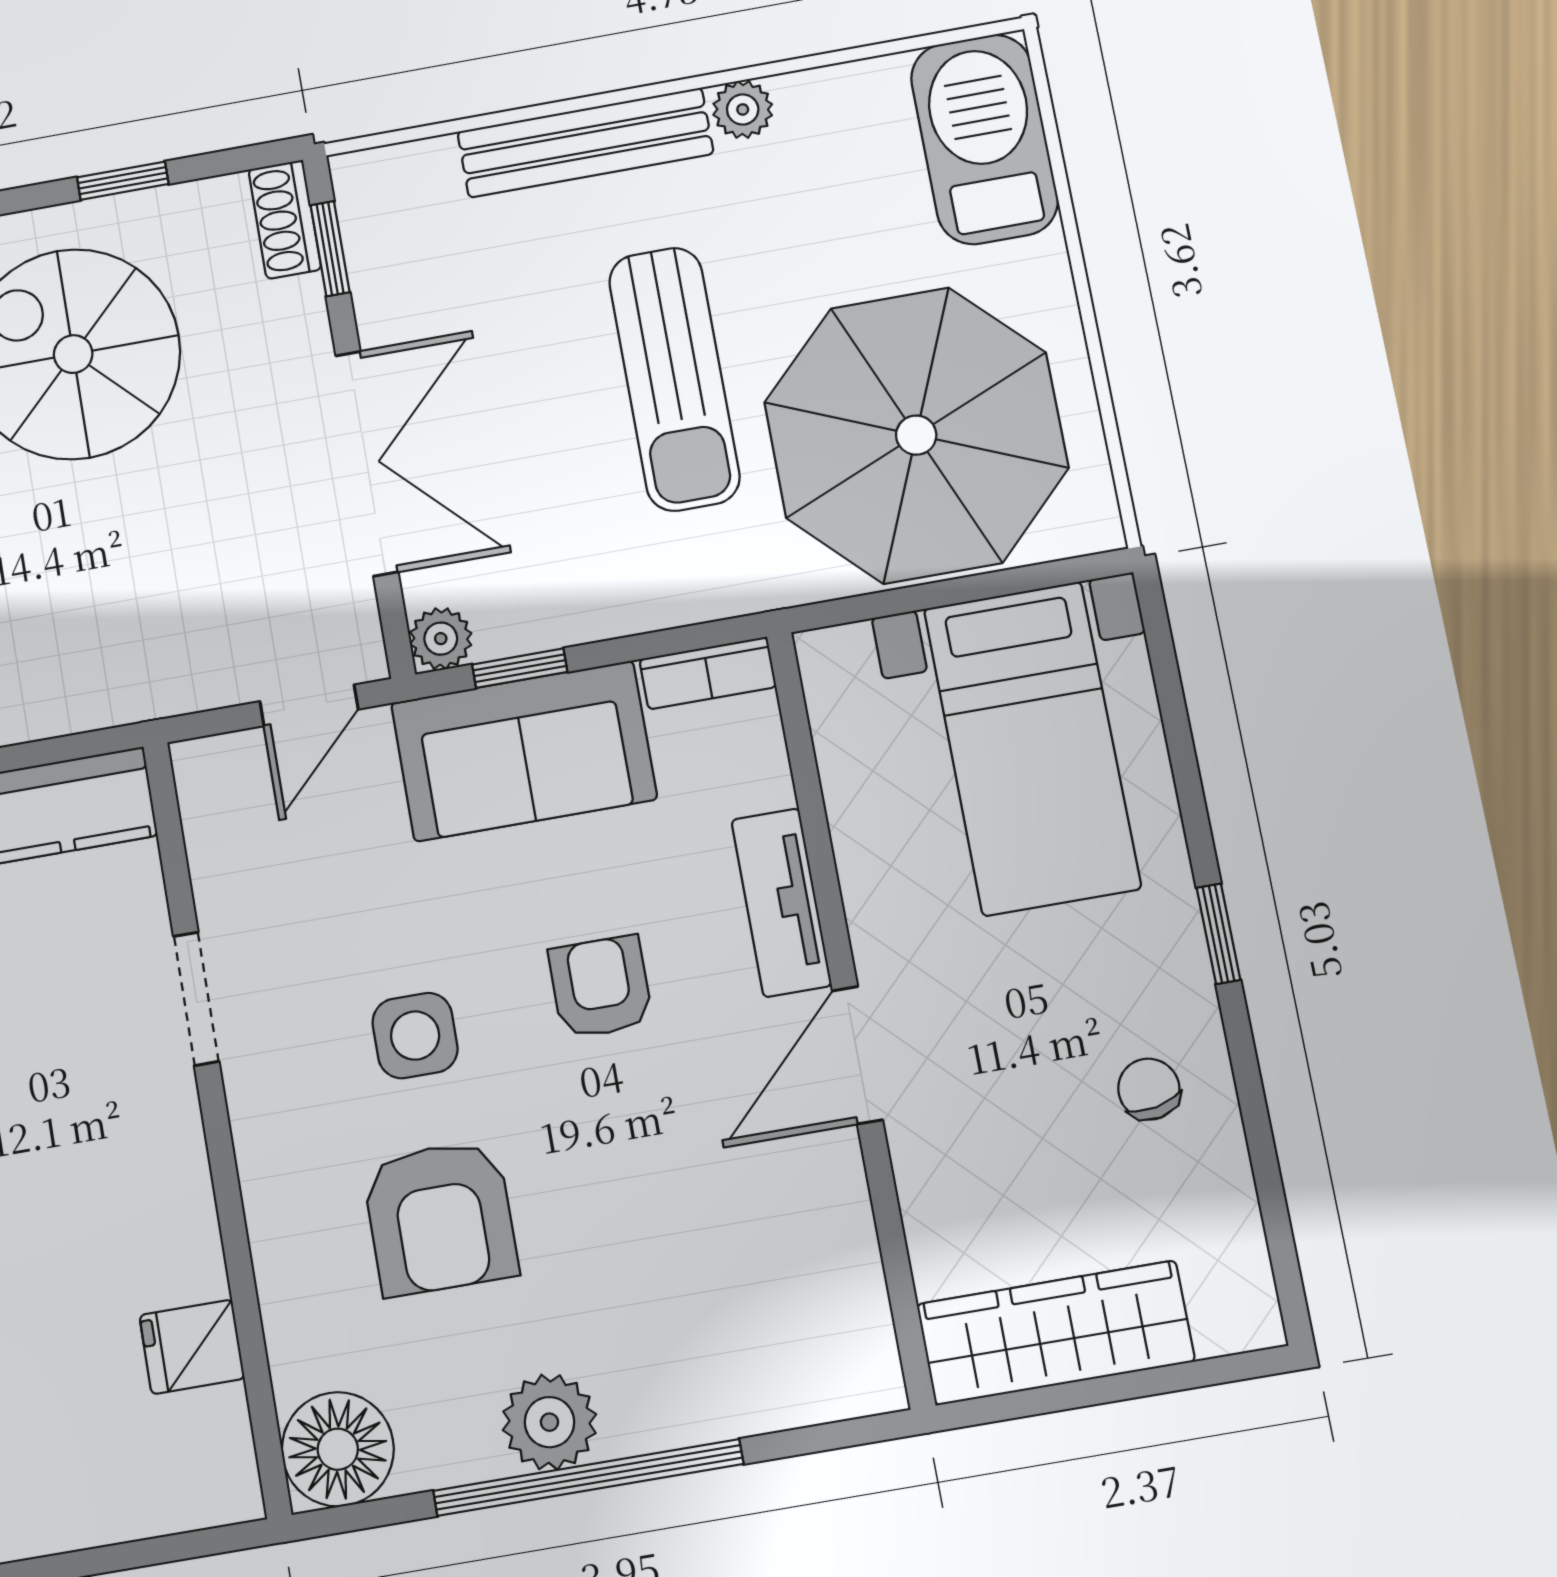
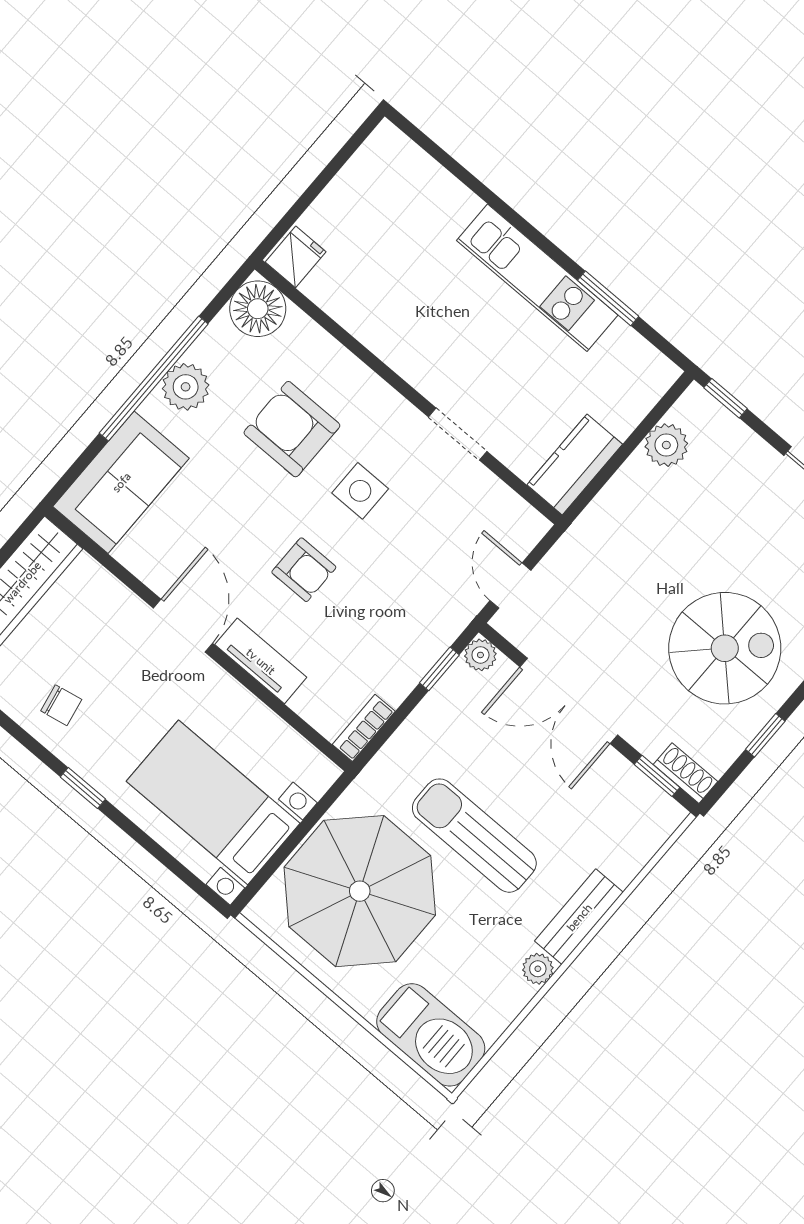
bench: (585, 143) -> (579, 917), width x0.73
sofa: (524, 751) -> (121, 482), moved, turned 180
fridge: (192, 1347) -> (296, 257), moved

